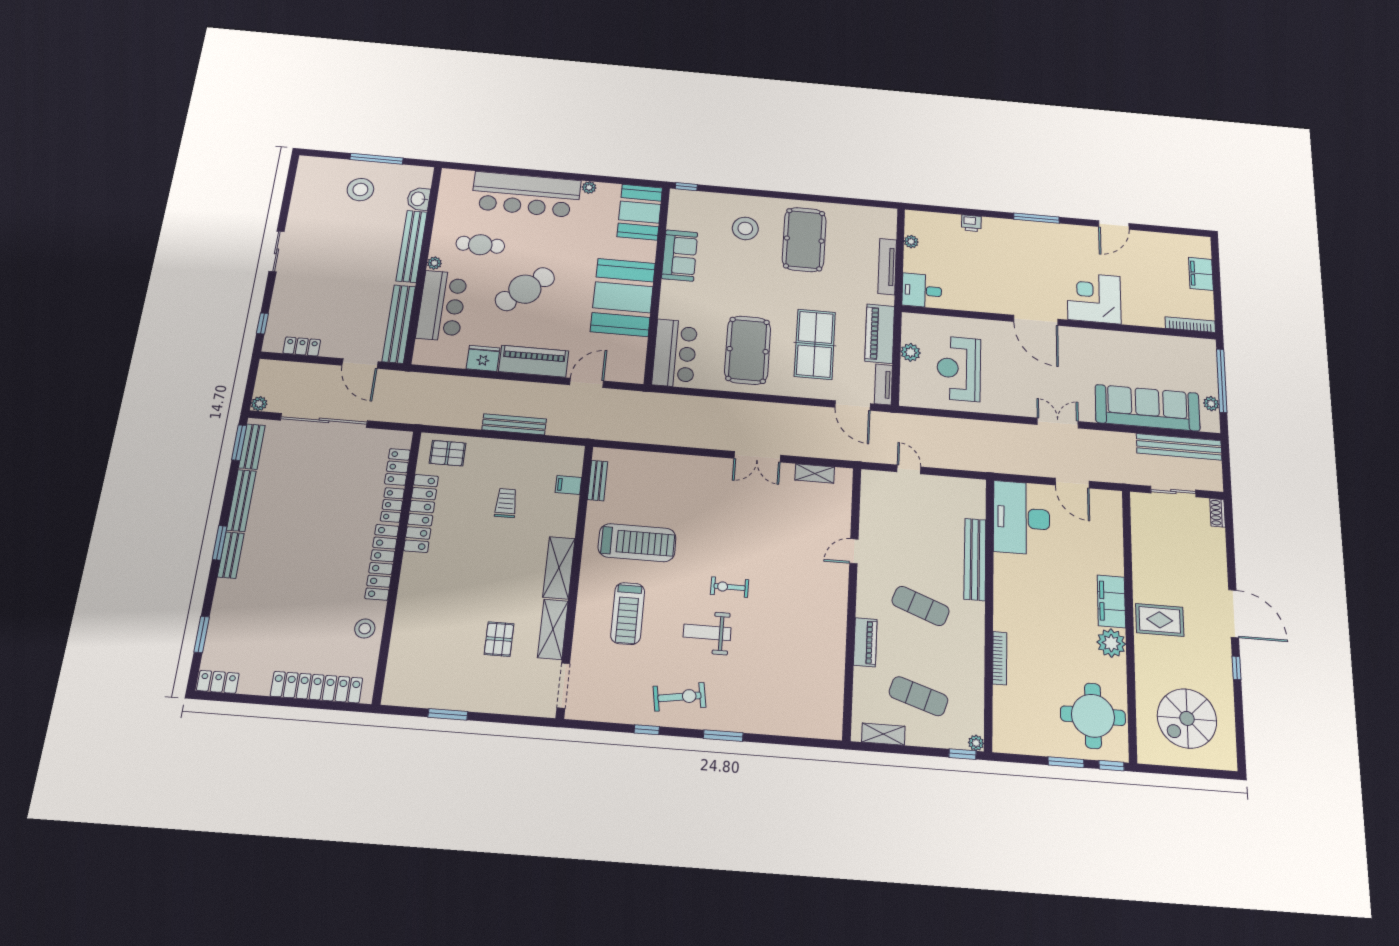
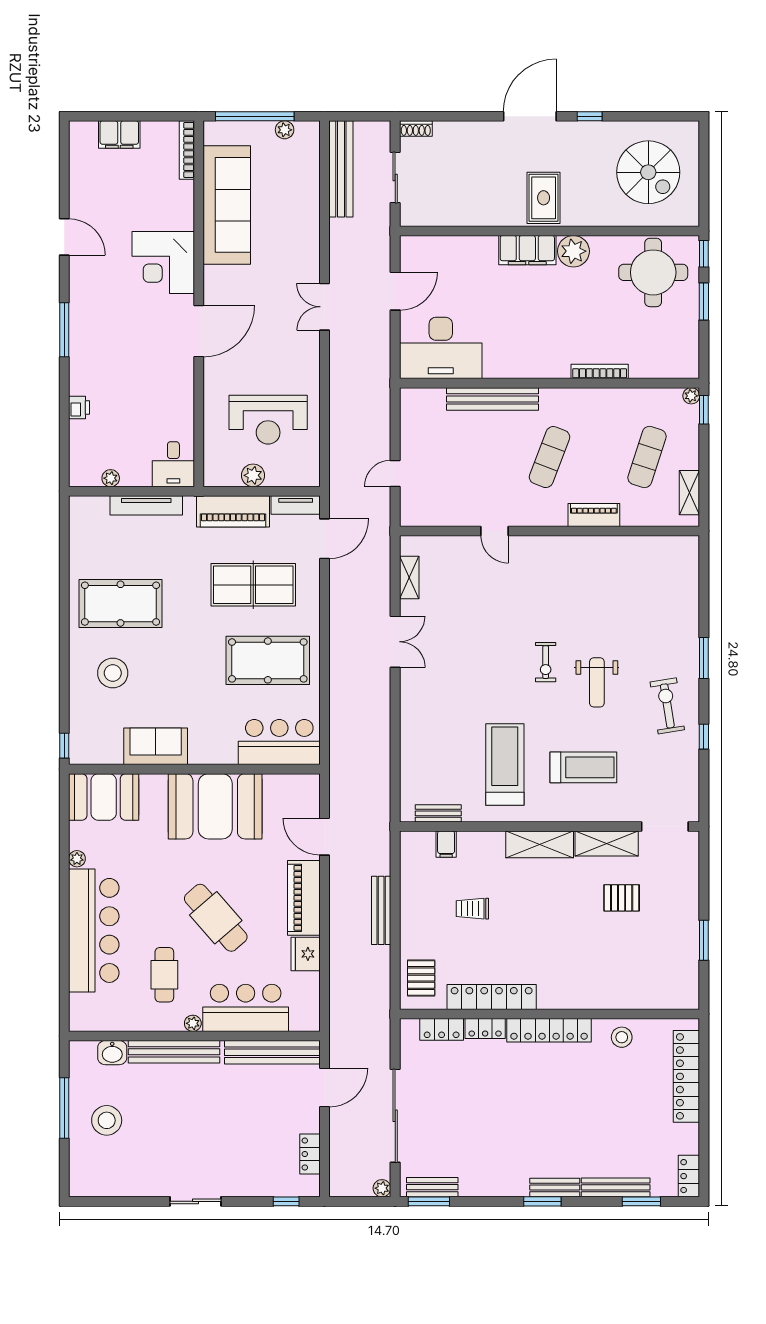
sofa: (1147, 408) -> (227, 205), moved, turned 180
bench: (241, 500) -> (616, 1187), moved

